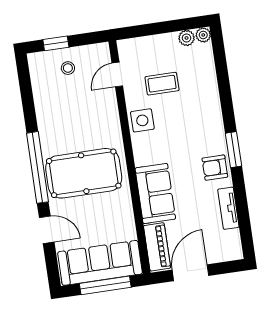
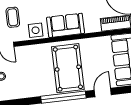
sofa: (155, 194) -> (65, 25), moved

